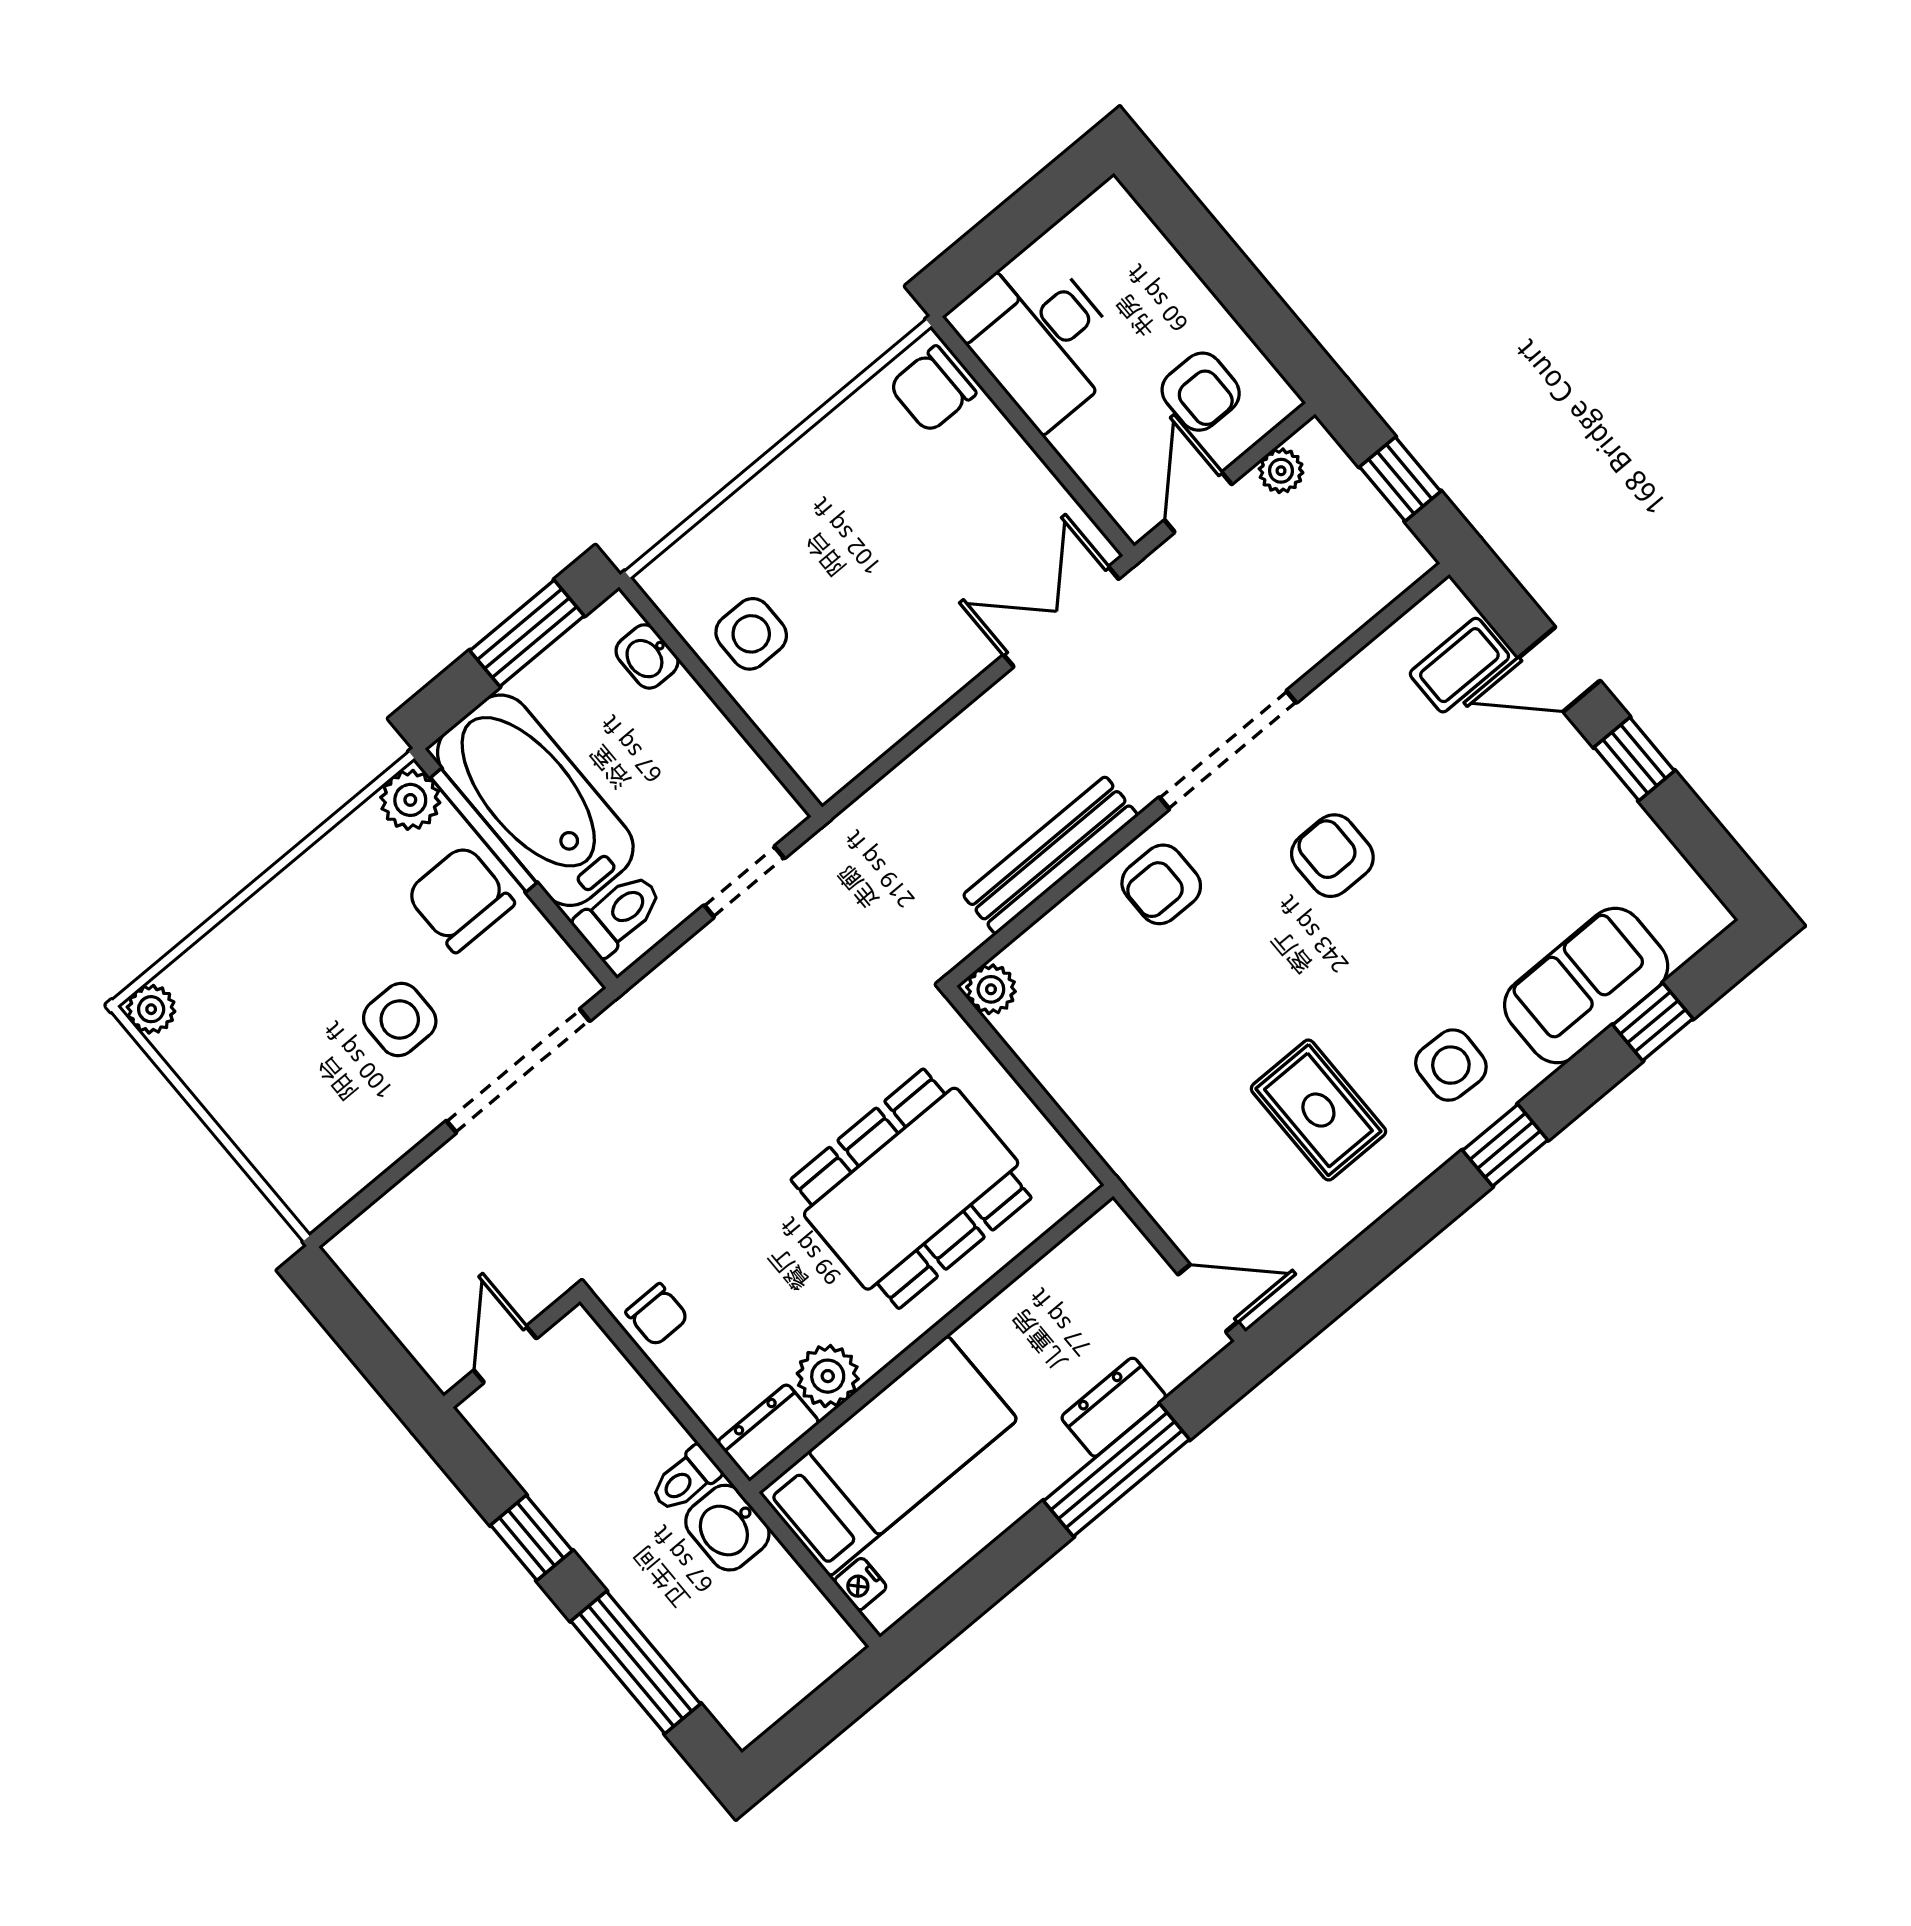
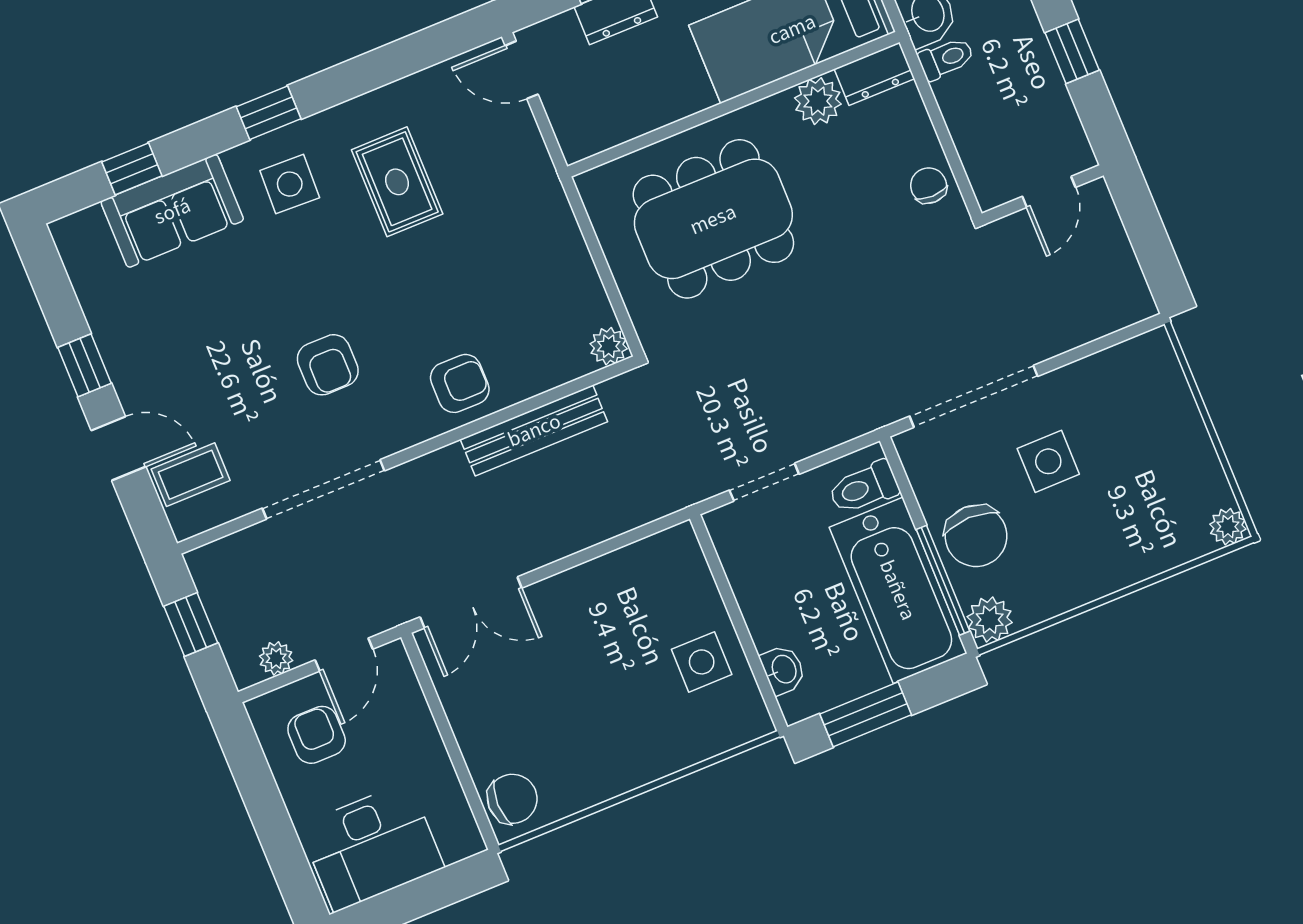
desk: (1039, 337) -> (372, 847), moved, turned 90
doorway: (1228, 750) -> (323, 489), moved

